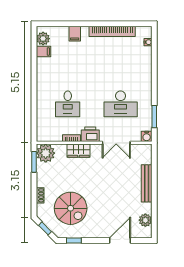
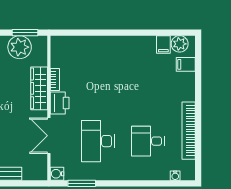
filing cabinet: (75, 34) -> (186, 64), moved
desk: (68, 104) -> (148, 141), moved
wardrobe: (78, 151) -> (39, 88), width x1.50
plant: (46, 153) -> (20, 47), moved

